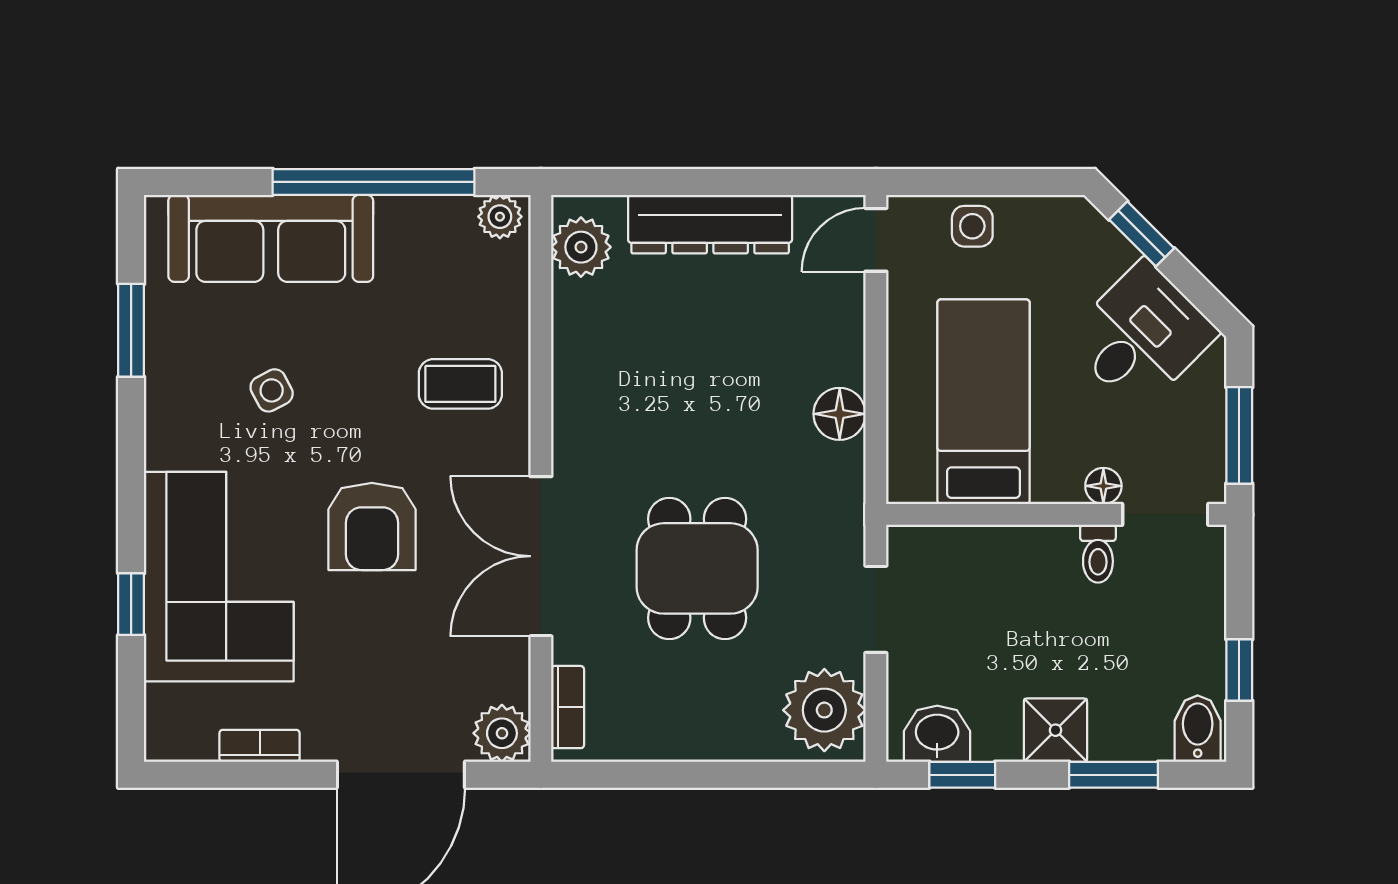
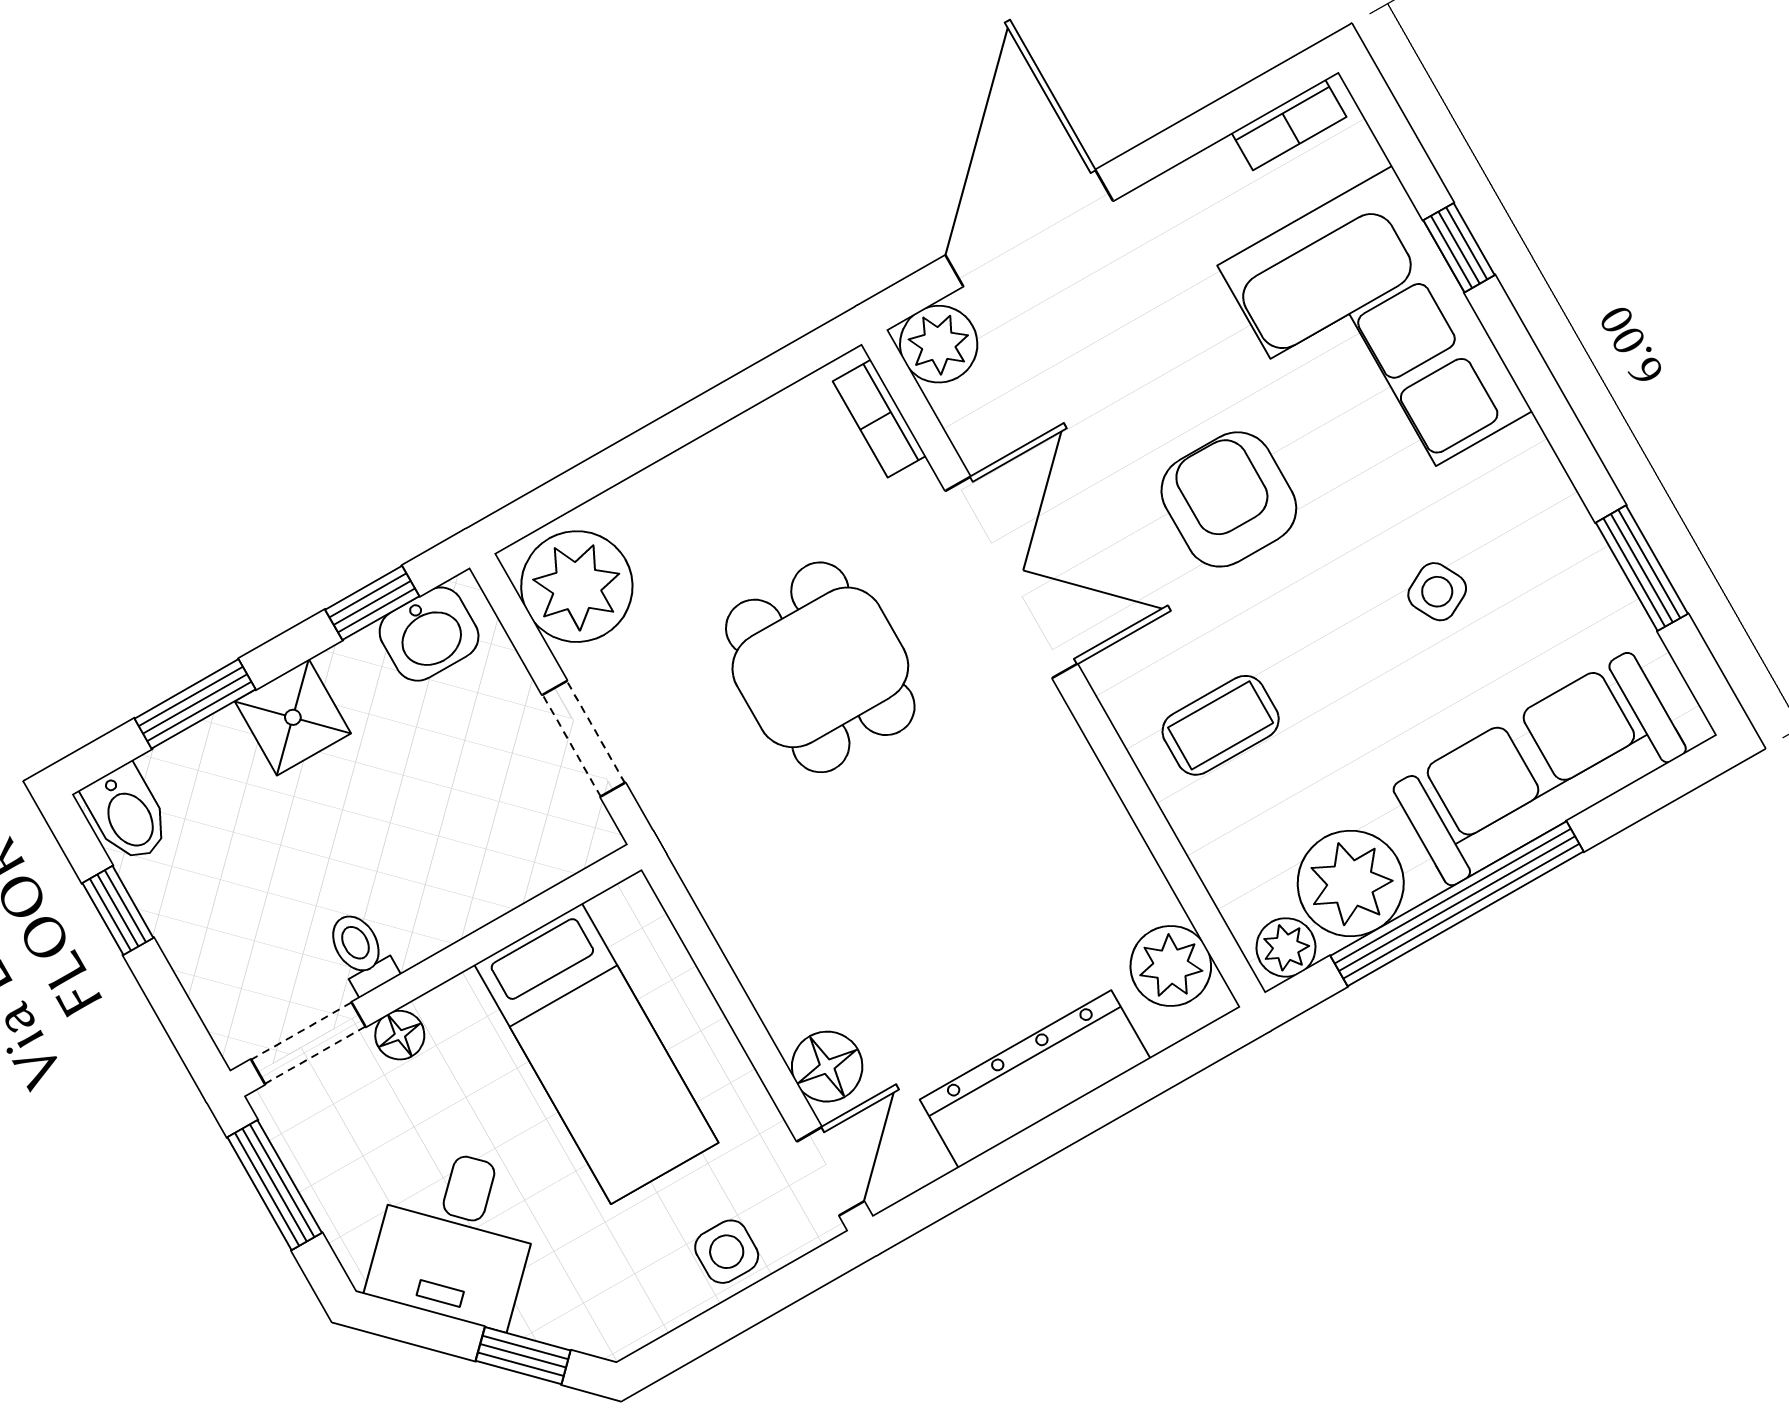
plant: (435, 234) -> (1351, 883), added
floor lamp: (840, 414) -> (827, 1067), moved
bookcase: (260, 746) -> (1289, 125), moved

